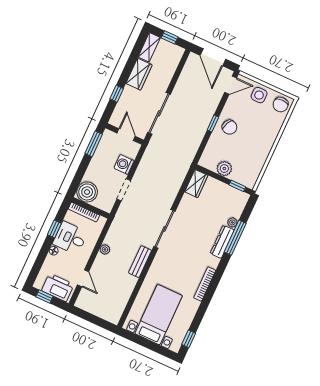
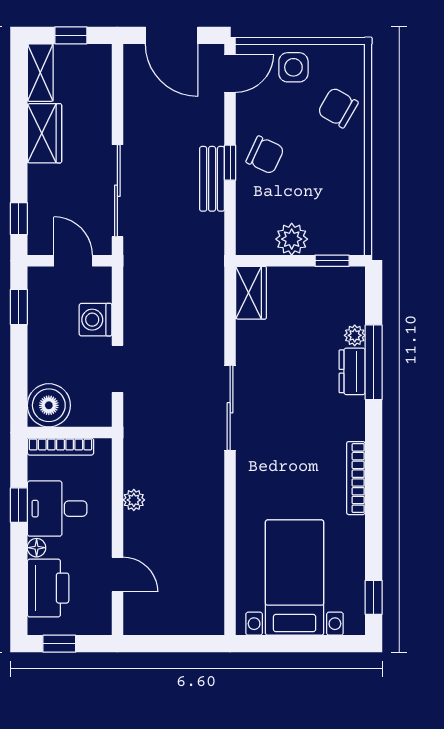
window: (117, 94) -> (19, 219), moved
chair: (281, 105) -> (338, 108), moved, turned 120
window: (94, 144) -> (19, 307), width x0.67
dresser: (222, 242) -> (352, 371), width x0.70
bench: (140, 262) -> (212, 179), moved
printer: (58, 287) -> (48, 588), moved, turned 90

